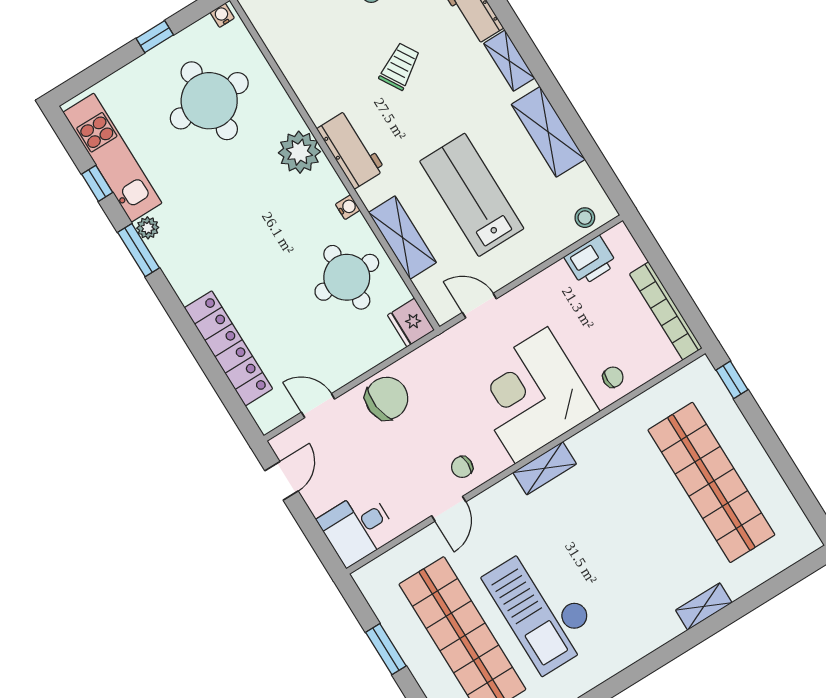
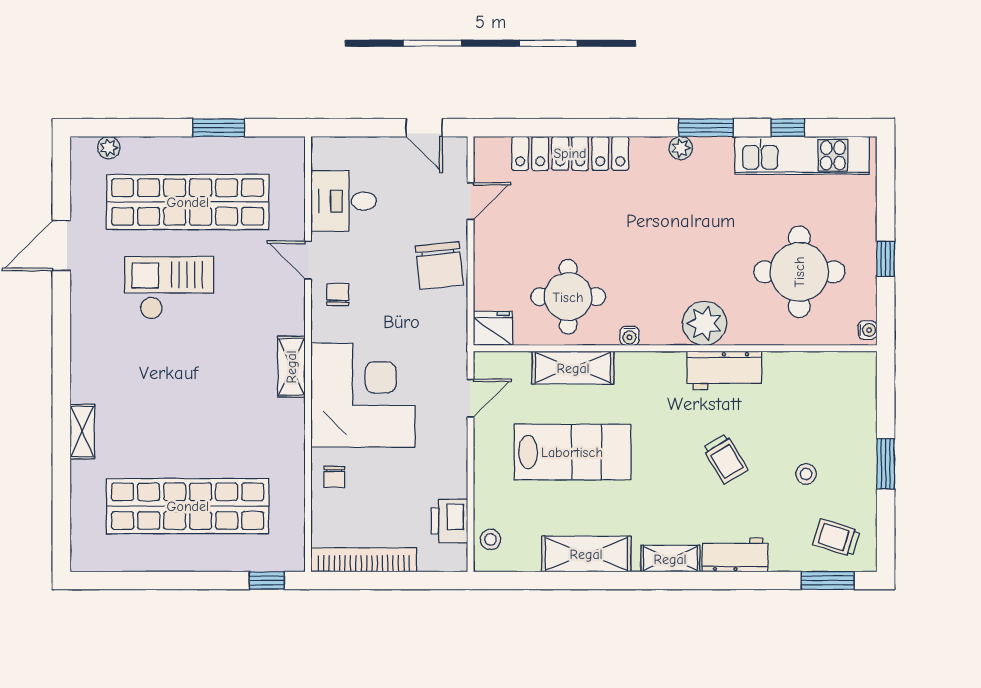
workbench: (351, 149) -> (724, 370), moved
plant: (148, 228) -> (681, 148), moved
desk: (358, 528) -> (344, 201), moved, turned -90
checkout: (542, 608) -> (169, 288), width x0.73, depth x0.83

